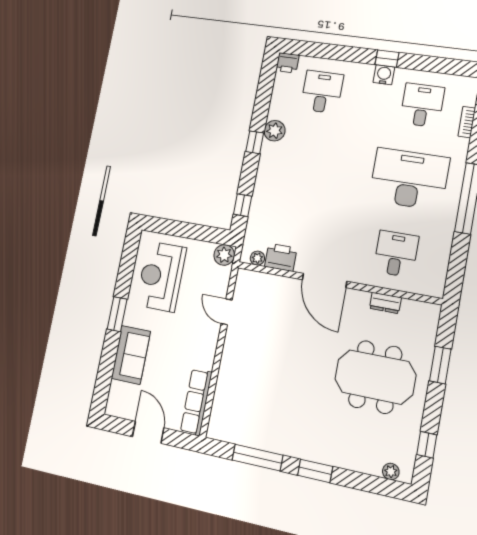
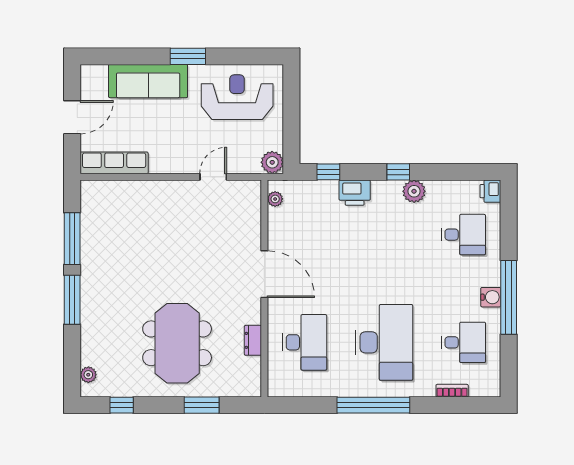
window: (387, 59) -> (509, 297), width x3.17
desk: (396, 254) -> (305, 342), width x1.37
printer: (281, 257) -> (355, 193), moved, turned 90
door: (324, 280) -> (264, 274), swing flipped
sofa: (131, 355) -> (148, 81), width x1.36
window: (315, 471) -> (72, 300), width x1.44

